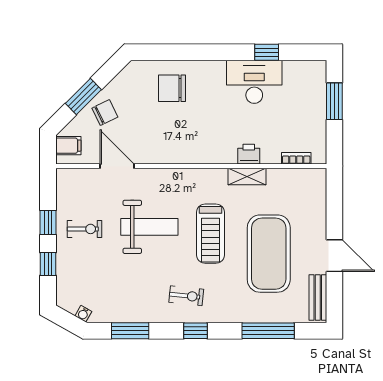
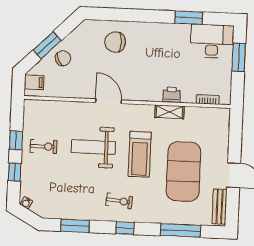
window: (267, 52) -> (189, 18), width x1.50
desk: (254, 82) -> (212, 41), moved
door: (117, 166) -> (109, 101), moved
weight bench: (149, 227) -> (93, 147), turned 180
water cooler: (83, 314) -> (26, 203), moved

